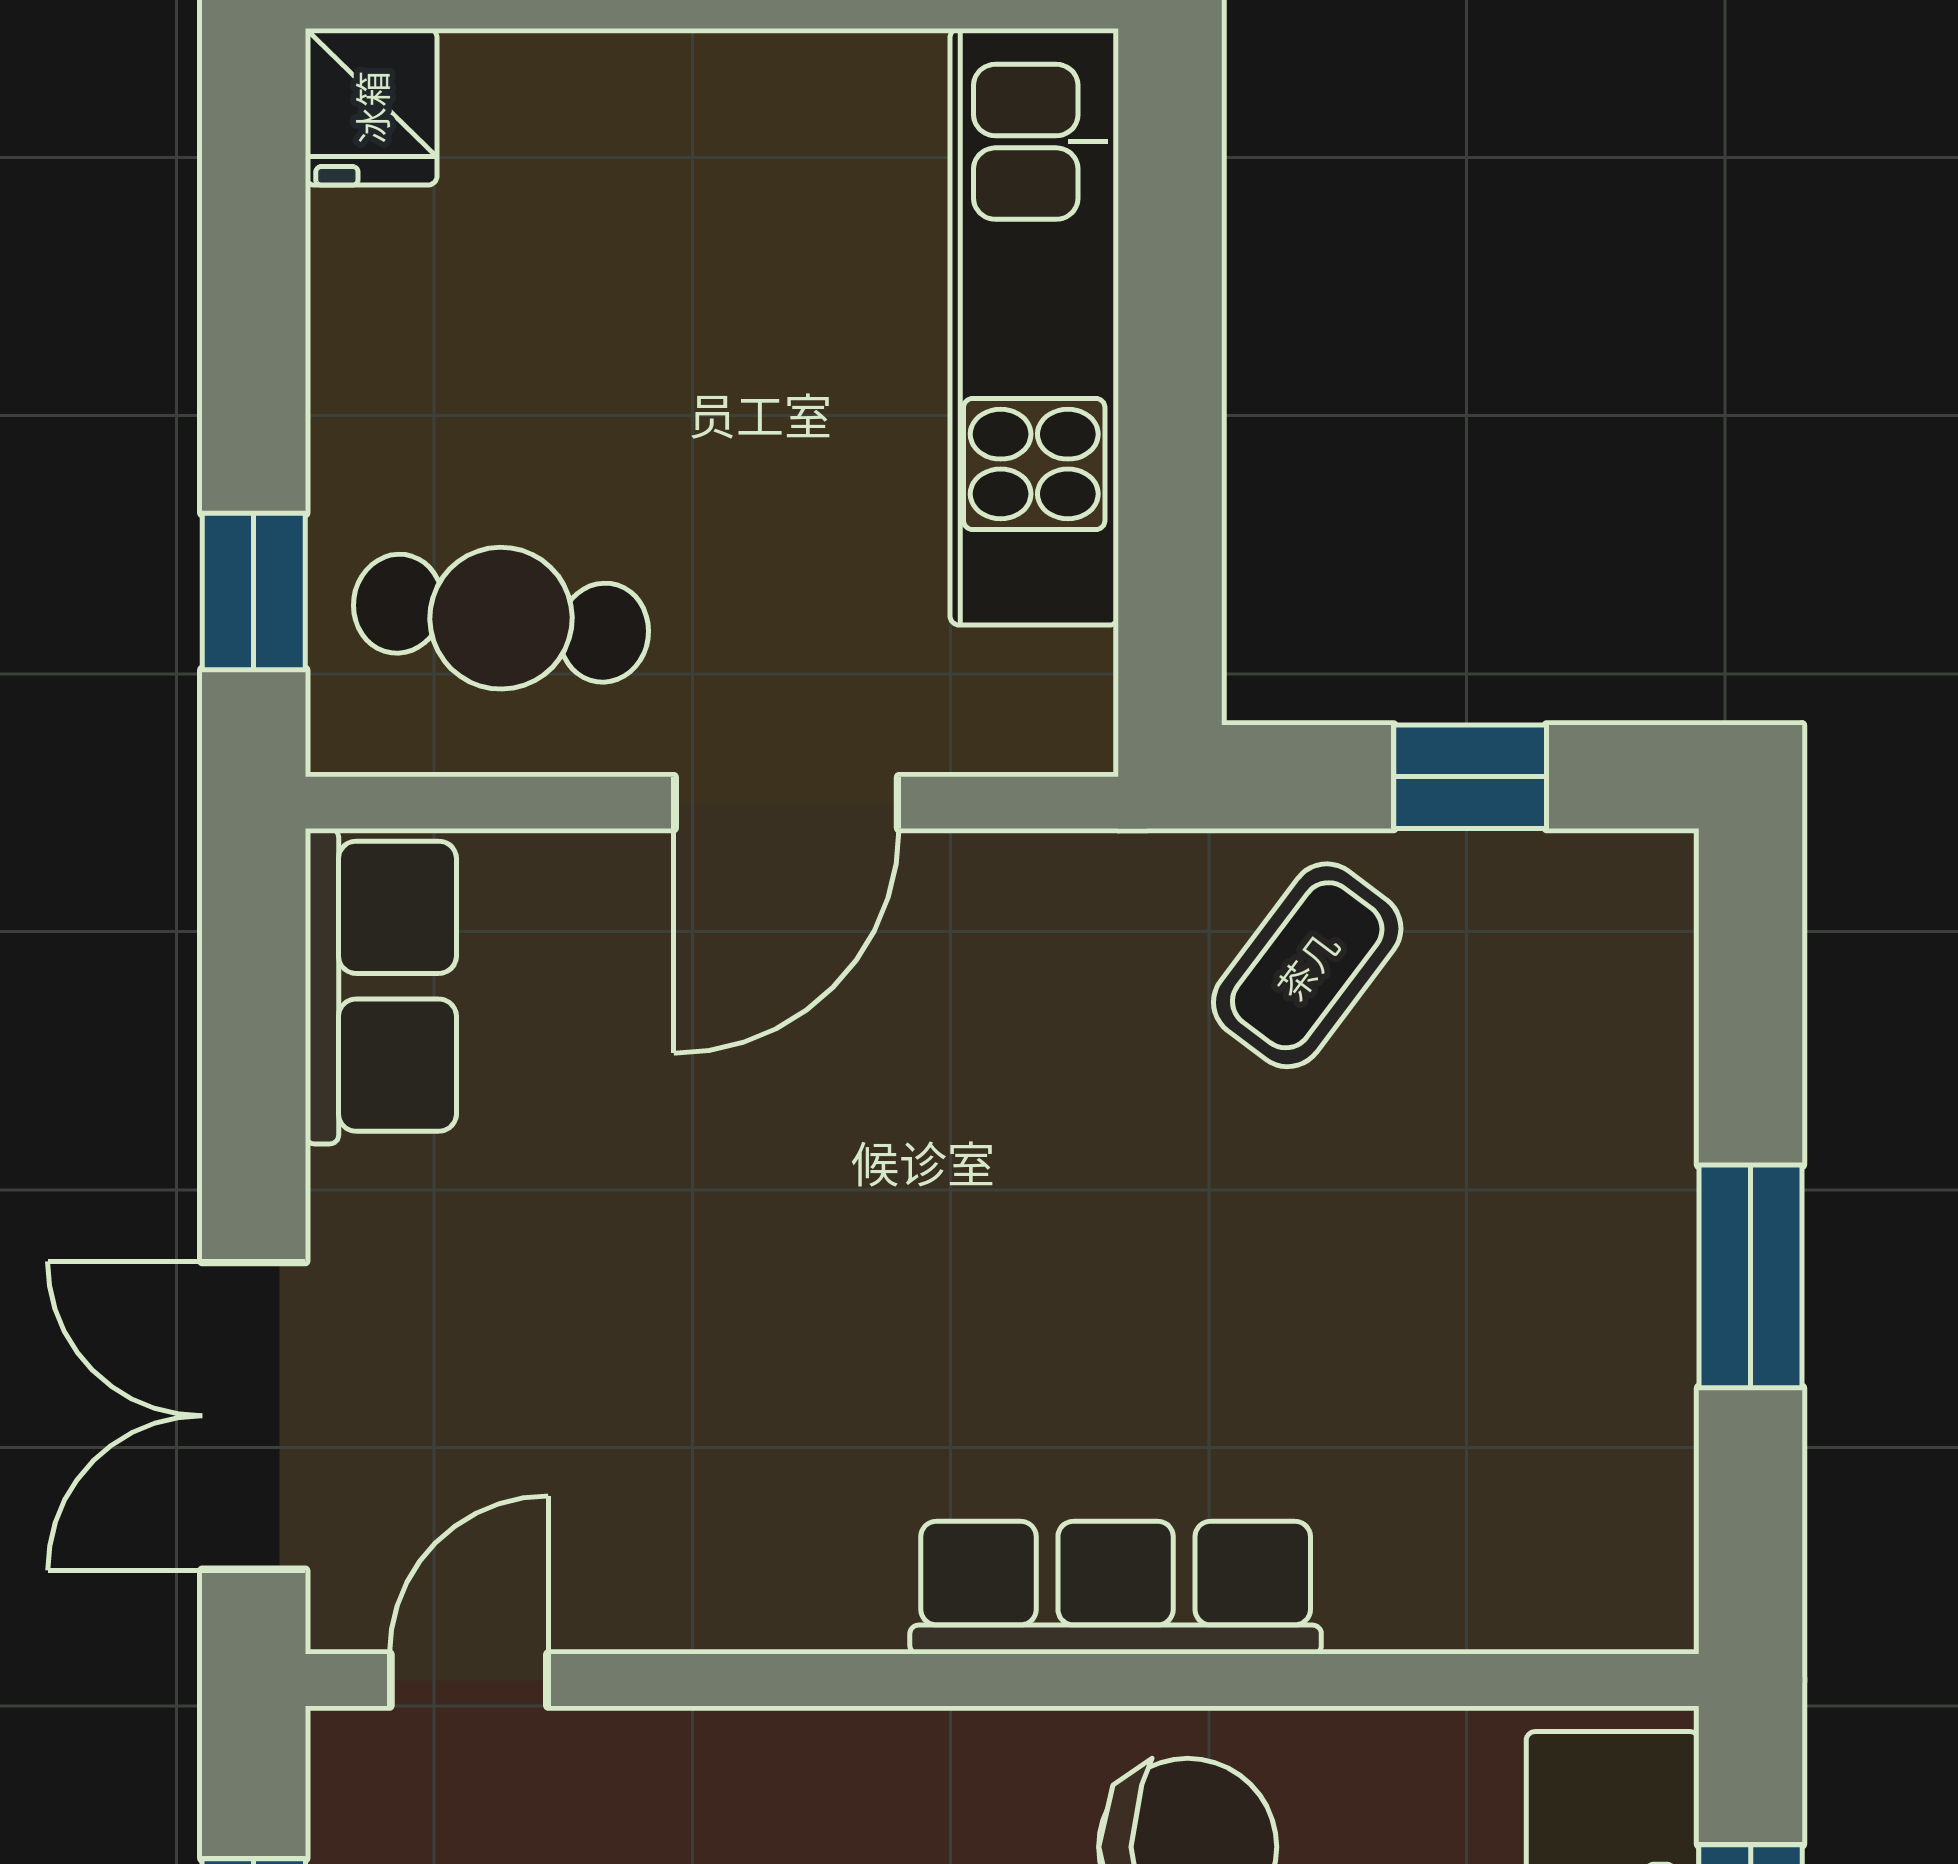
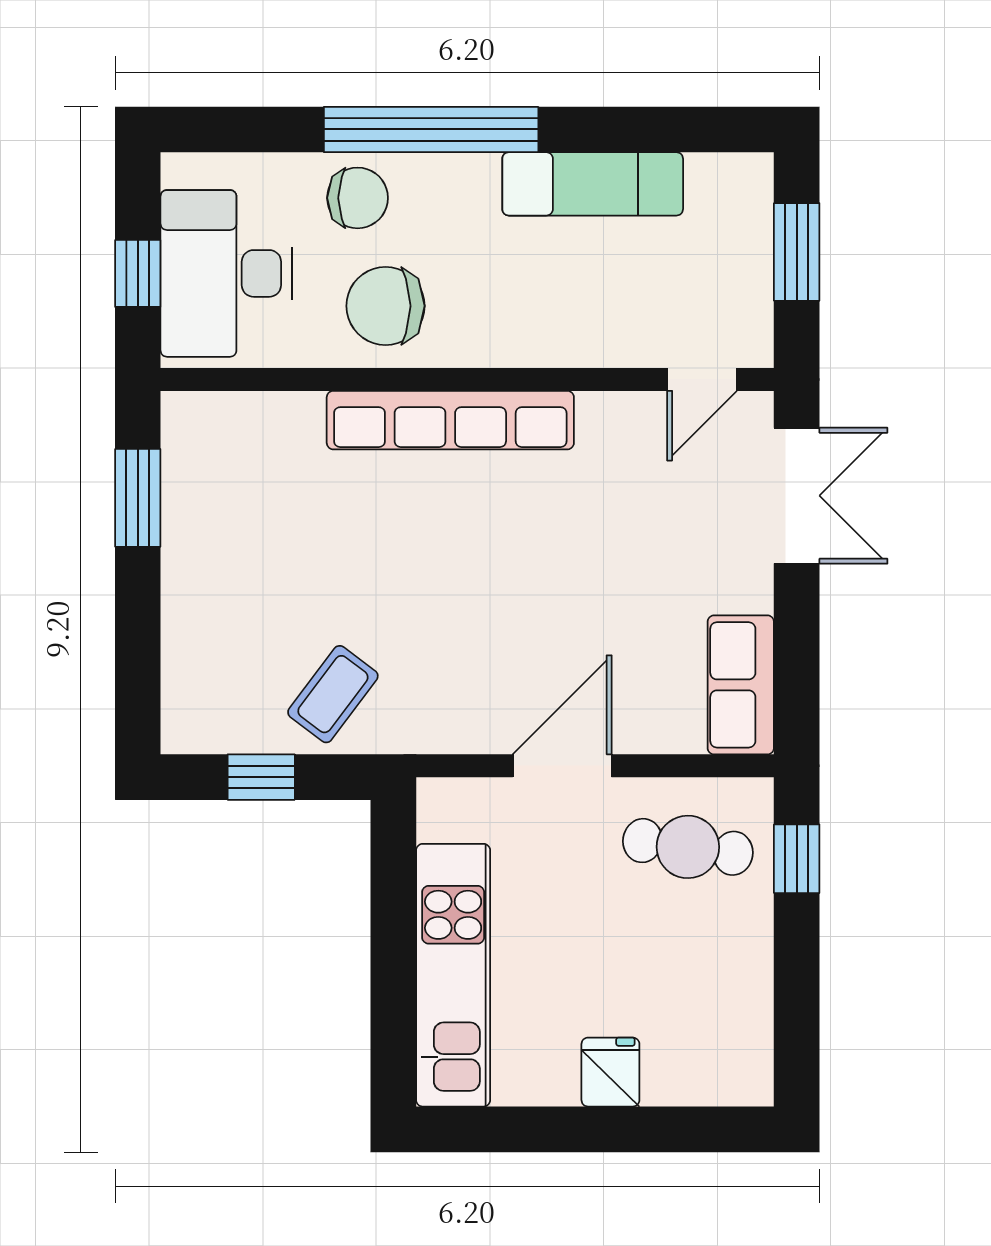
fridge: (371, 107) -> (610, 1072), moved
window: (1751, 1276) -> (138, 498), moved
row of seats: (1116, 1588) -> (450, 420), width x1.36

